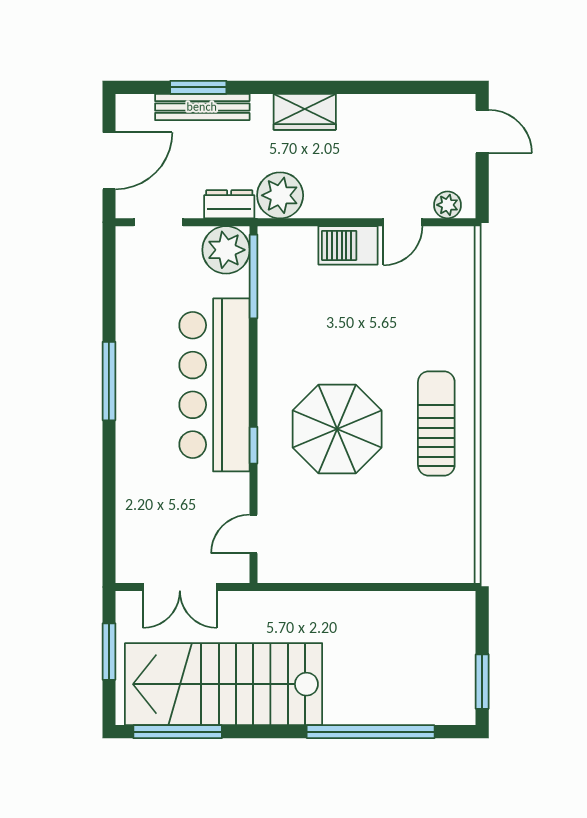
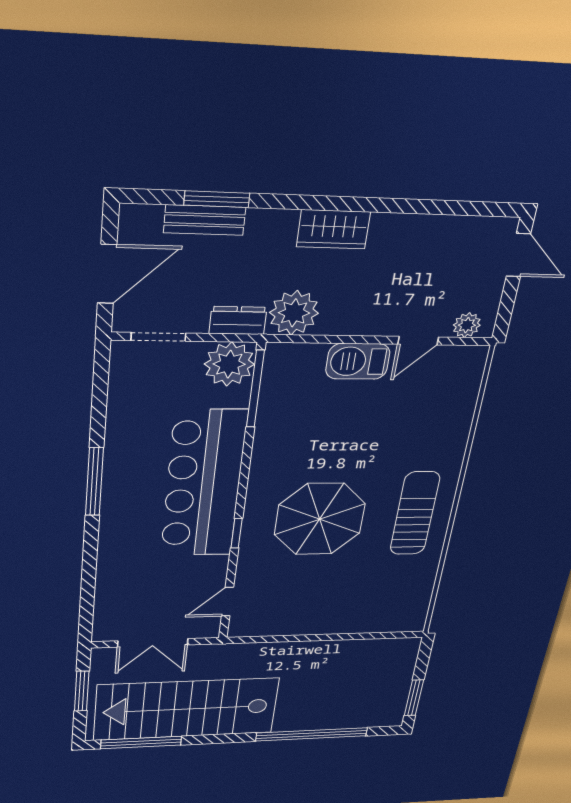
bench: (202, 107) -> (205, 220), width x0.73

